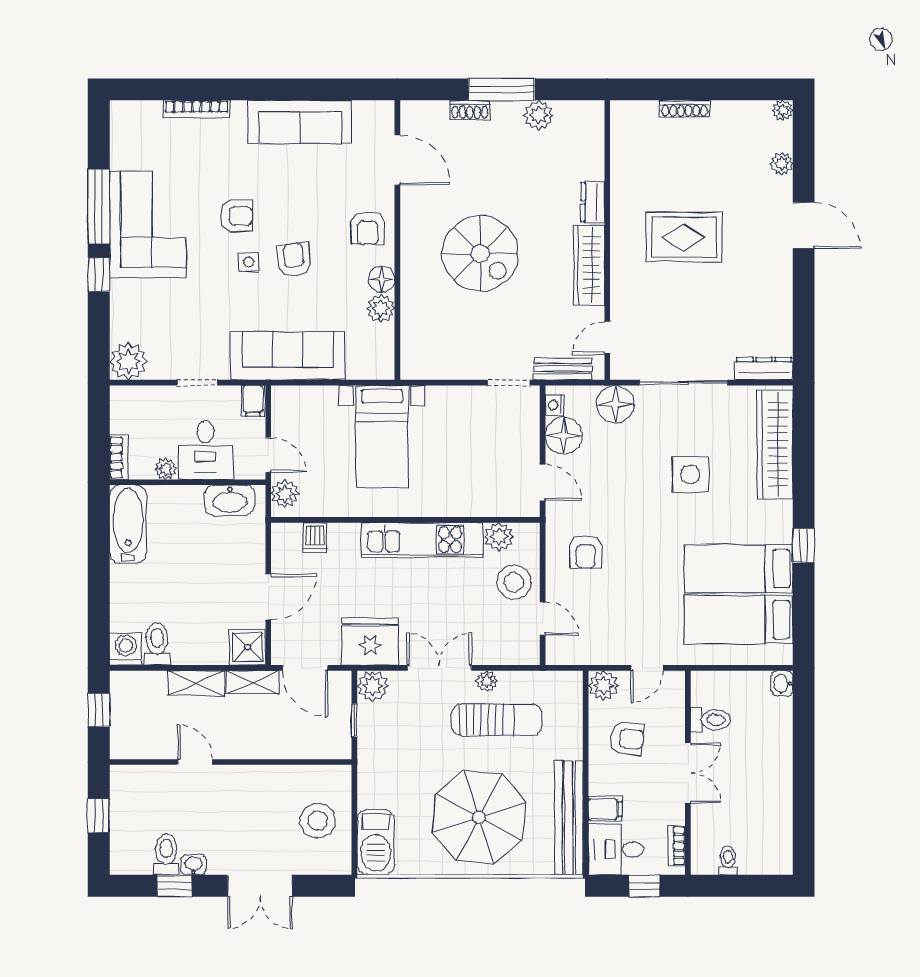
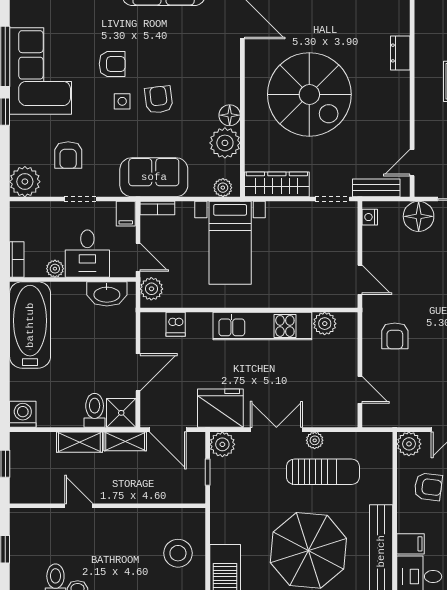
armchair: (368, 228) -> (68, 155), moved
spiral stairs: (480, 253) -> (309, 94), width x1.37, depth x1.37
wardrobe: (589, 265) -> (277, 184), moved, turned 90
plant: (381, 308) -> (225, 143), width x1.36, depth x1.36
sofa: (288, 356) -> (154, 177), width x0.73
plant: (373, 369) -> (223, 188), added
bookcase: (292, 394) -> (157, 208), added
floor lamp: (564, 436) -> (377, 242), removed
bathtub: (128, 524) -> (30, 325), width x1.36, depth x1.36
stool: (514, 582) -> (337, 360), removed
toilet: (157, 644) -> (95, 410), moved

